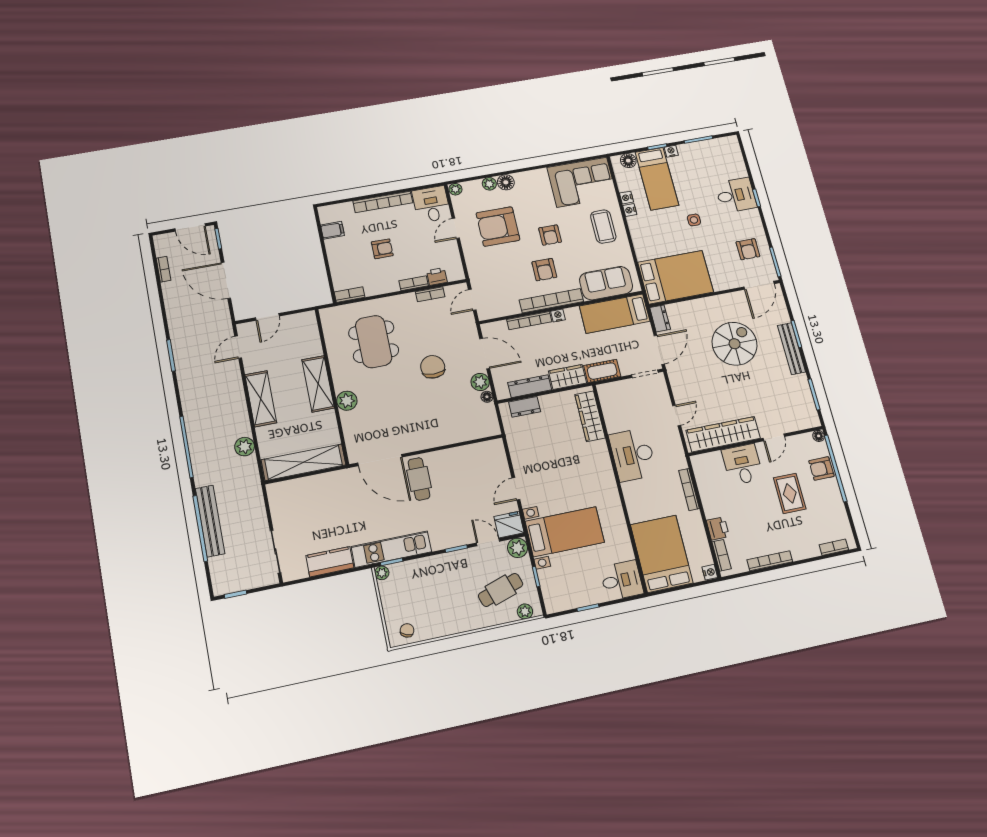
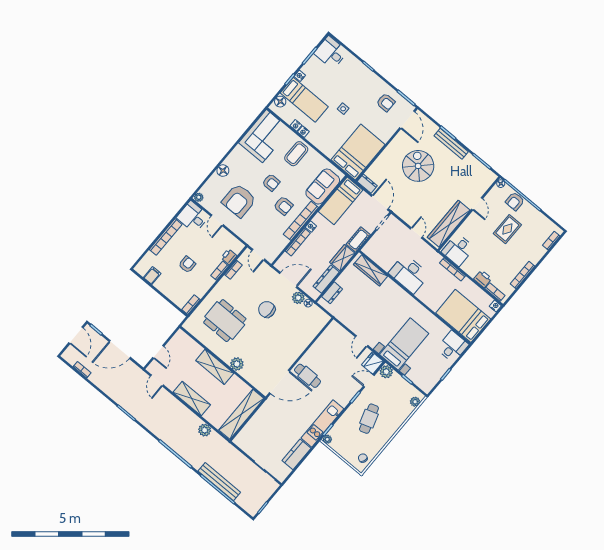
plant: (489, 184) -> (215, 179), removed
desk: (736, 195) -> (331, 53), moved, turned -90
door: (190, 227) -> (76, 335), hinge flipped
coffee table: (603, 227) -> (296, 154), turned 90
desk: (742, 464) -> (458, 250), moved, turned -90
rug: (790, 493) -> (507, 229), turned 90
cafe table: (501, 590) -> (369, 419), moved

